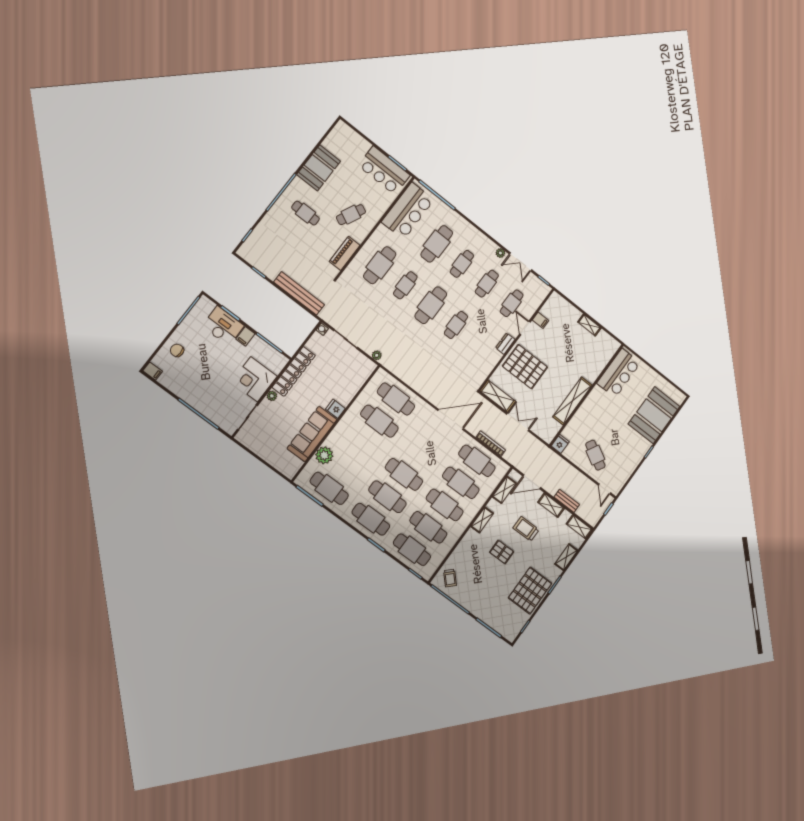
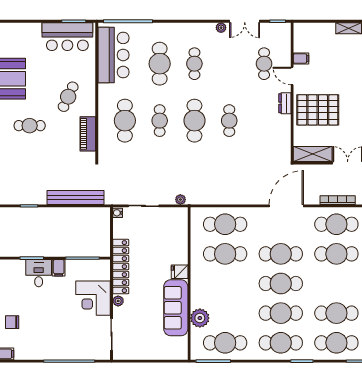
cafe table: (487, 284) -> (229, 64), removed
desk: (223, 326) -> (39, 273), width x0.73
cafe table: (445, 505) -> (281, 254), moved

